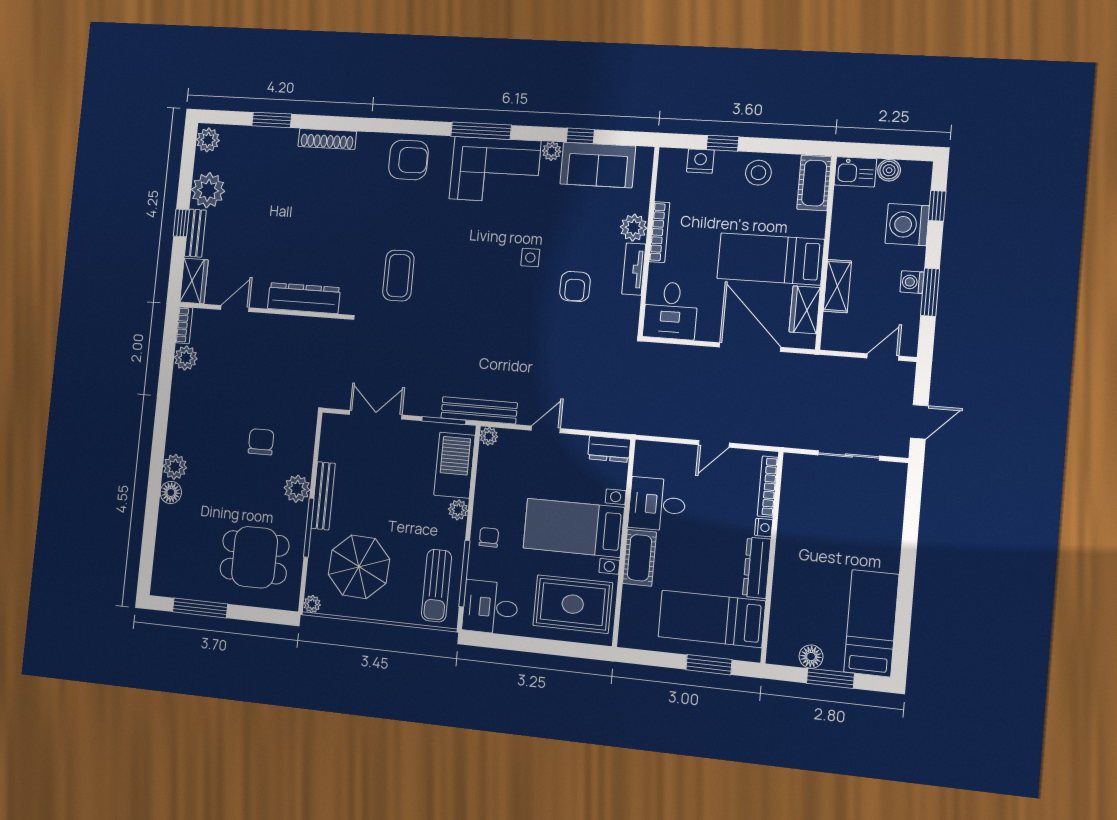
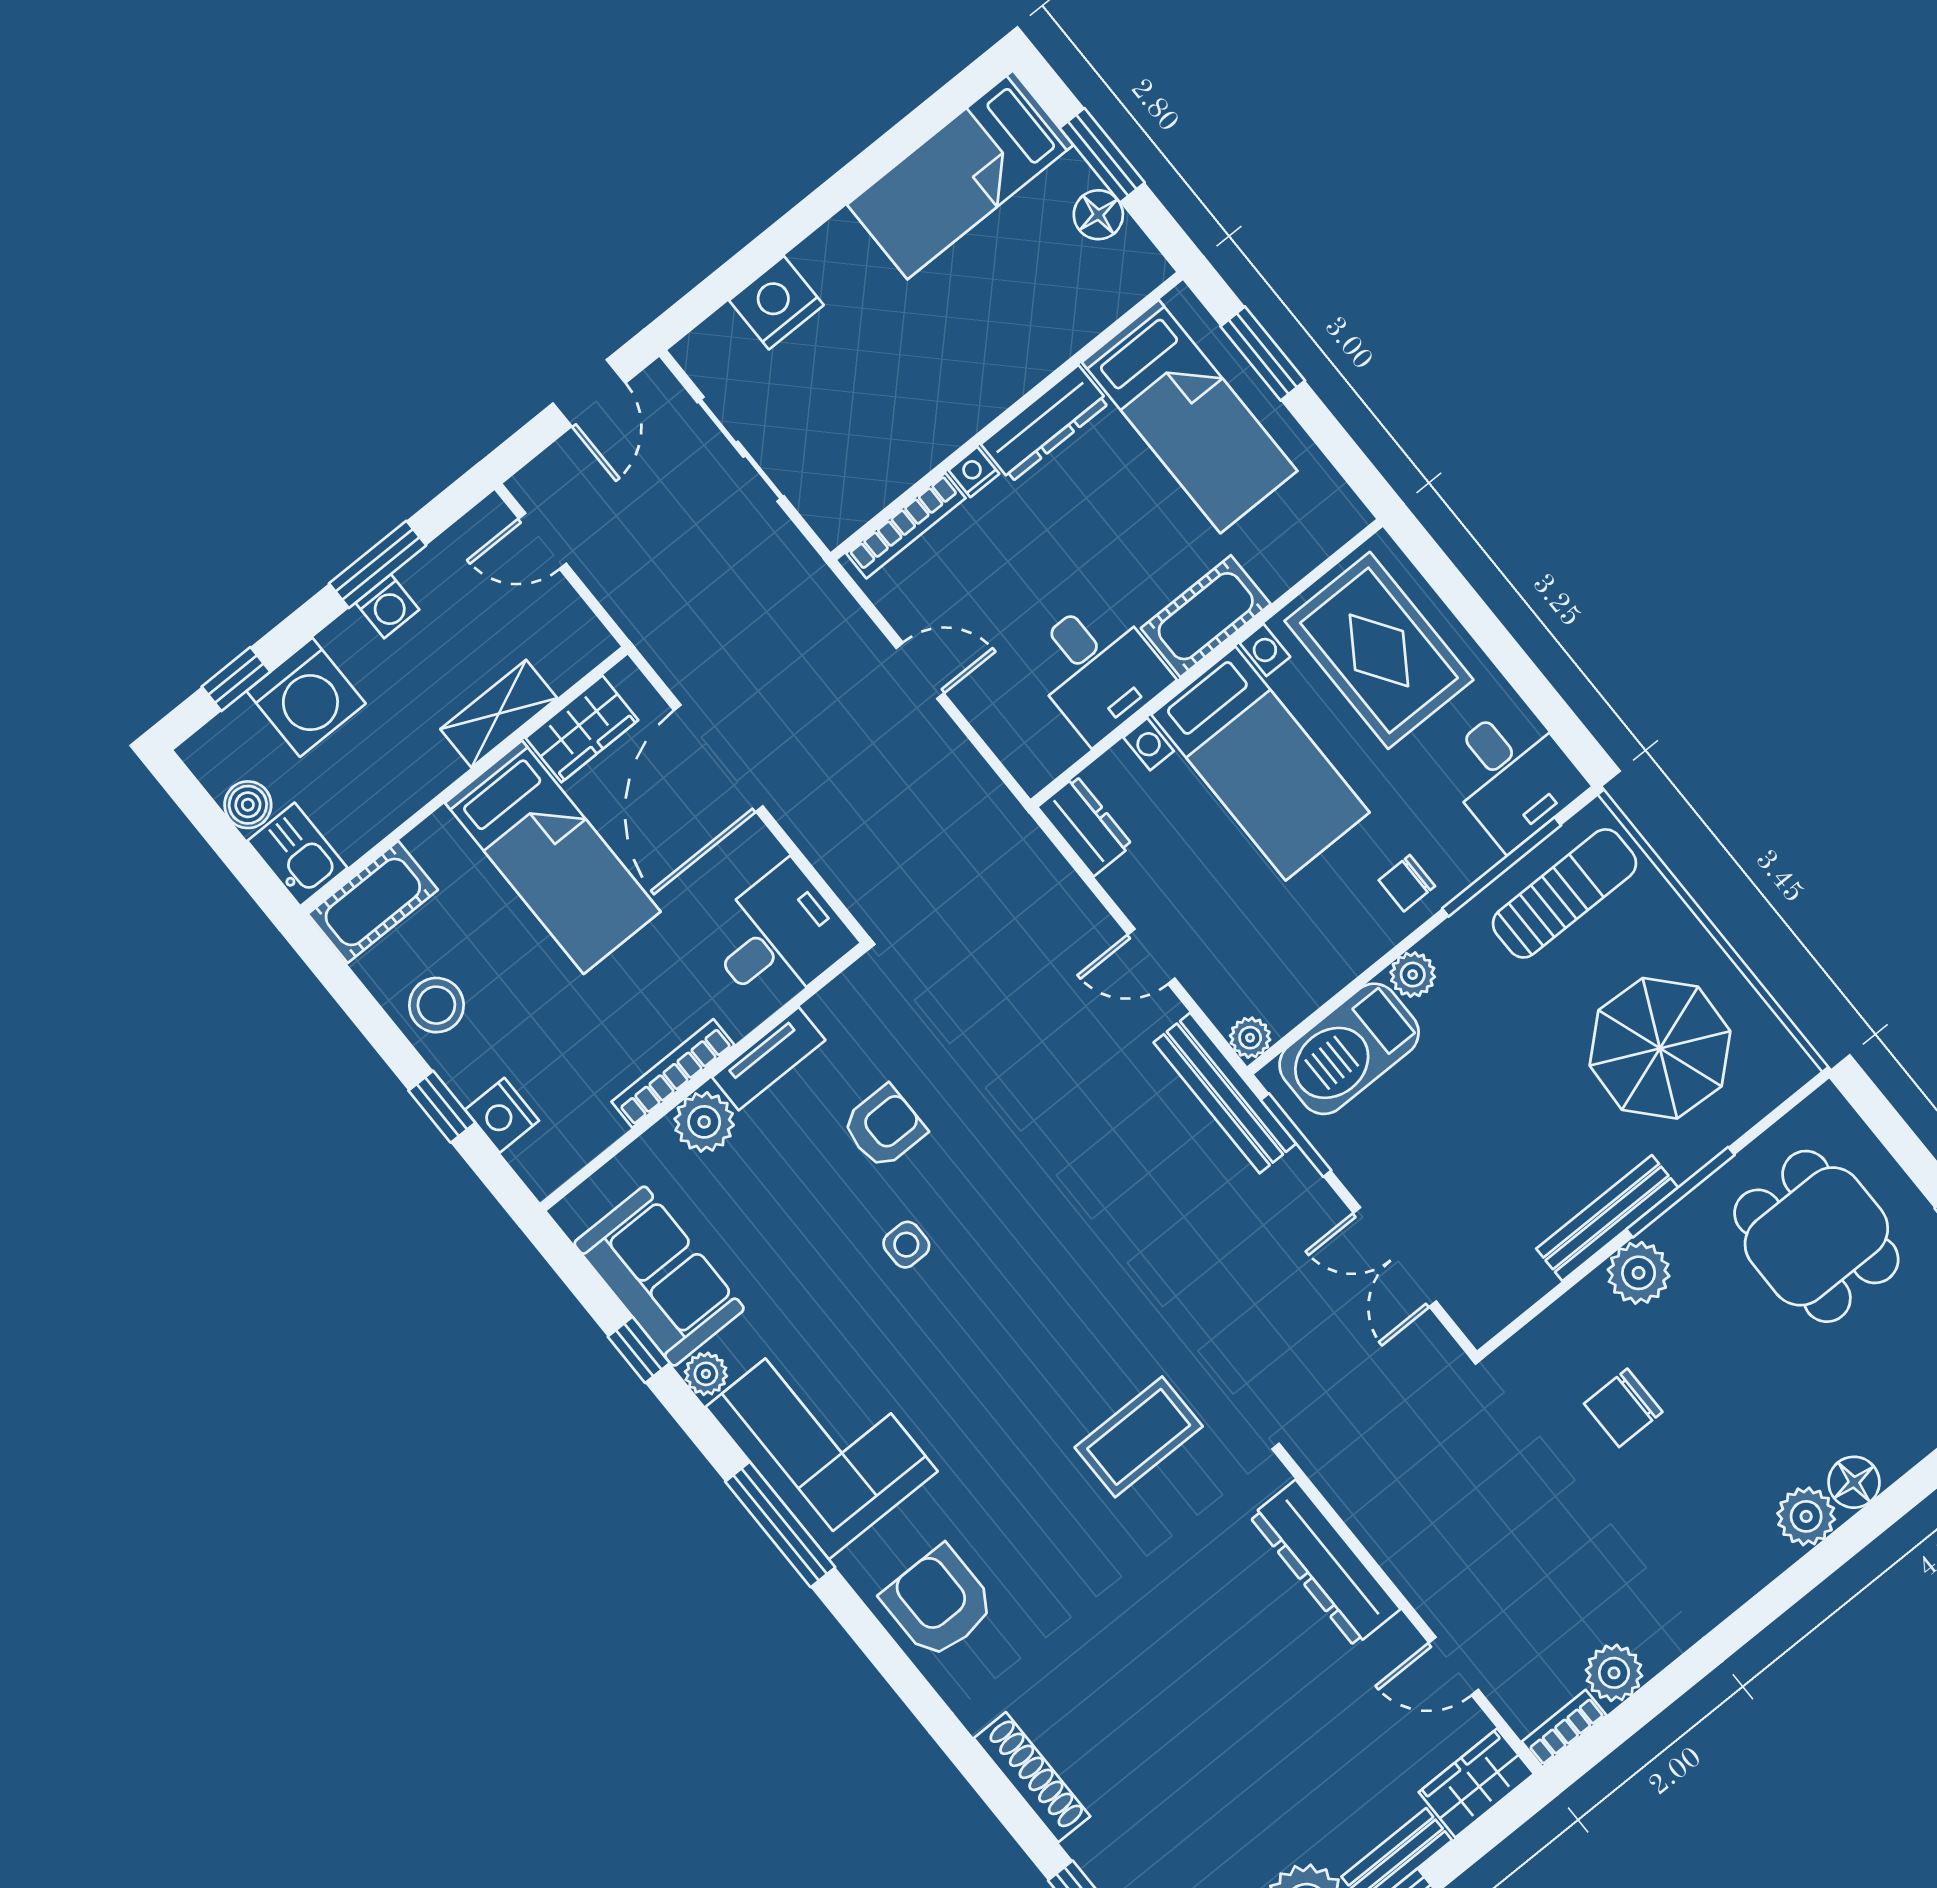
door: (919, 422) -> (589, 393), swing flipped
nightstand: (888, 517) -> (776, 303), added
plant: (312, 604) -> (1795, 1067), removed

